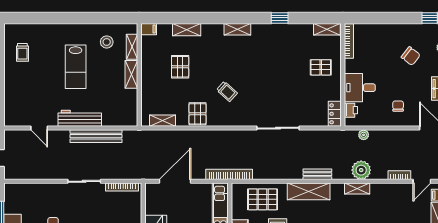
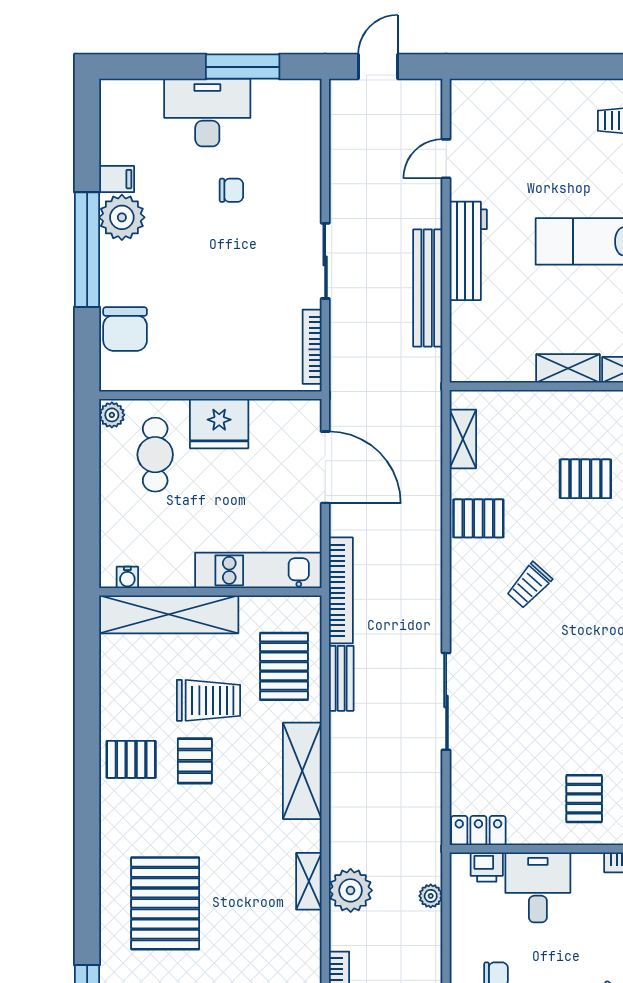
bench: (317, 174) -> (341, 678), moved

